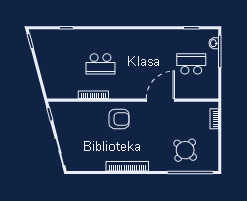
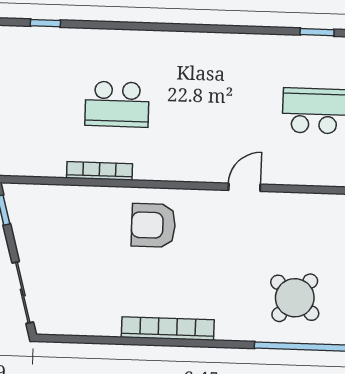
door: (160, 100) -> (244, 187), width x0.53
armchair: (119, 119) -> (153, 225), turned 180

